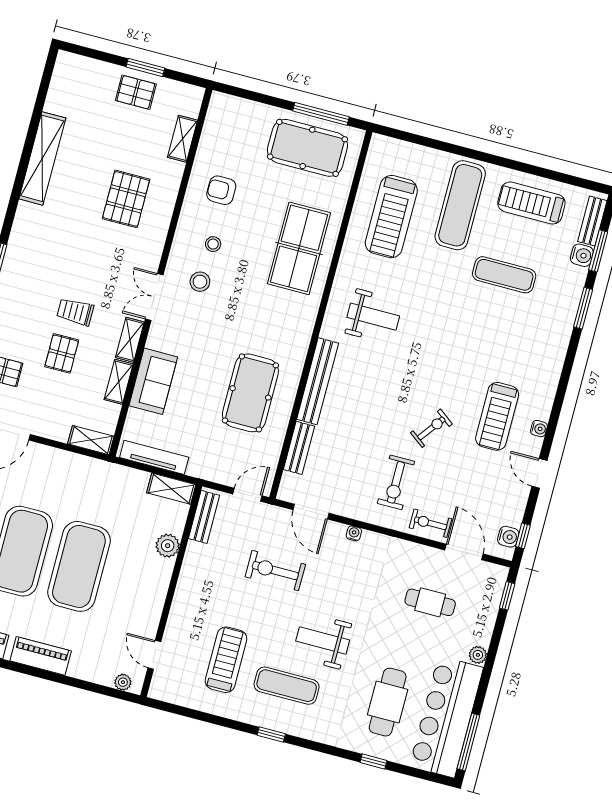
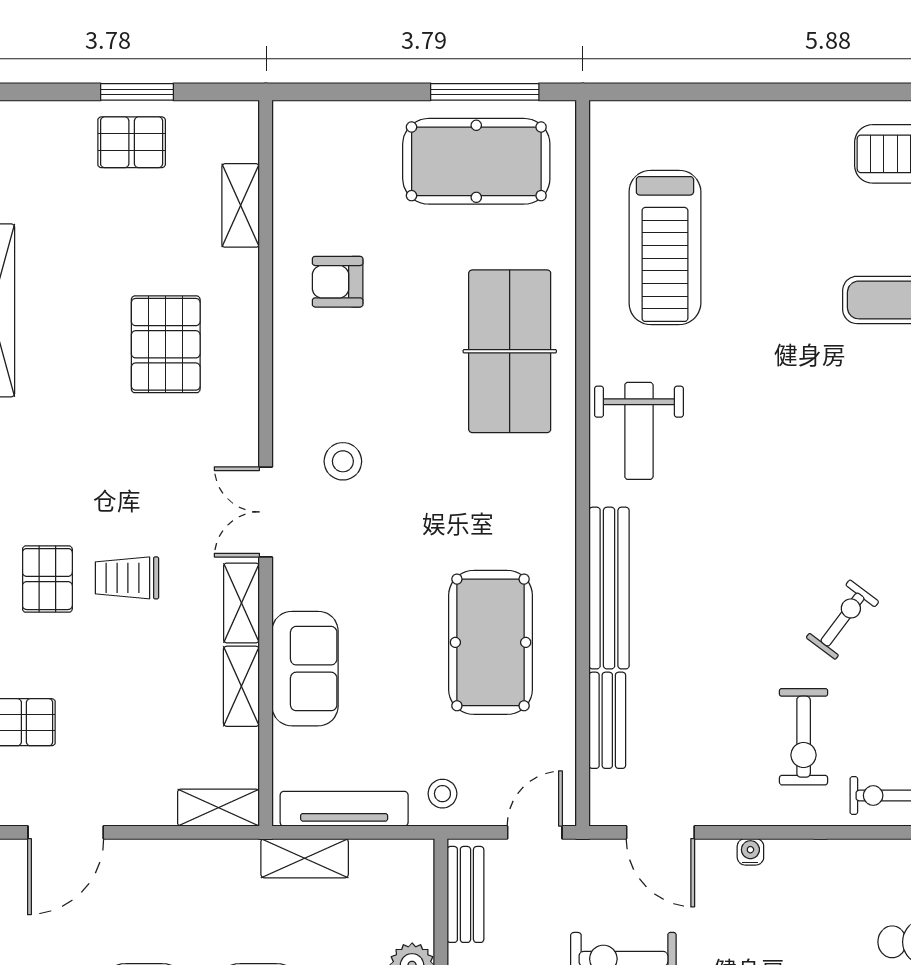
exercise mat: (460, 205) -> (787, 193), removed
stool: (213, 244) -> (442, 794), moved
weight bench: (373, 317) -> (639, 431), moved, turned 90
pallet: (62, 353) -> (47, 579), moved
shelving: (171, 489) -> (305, 858), moved

